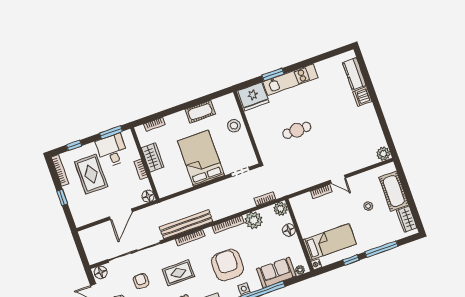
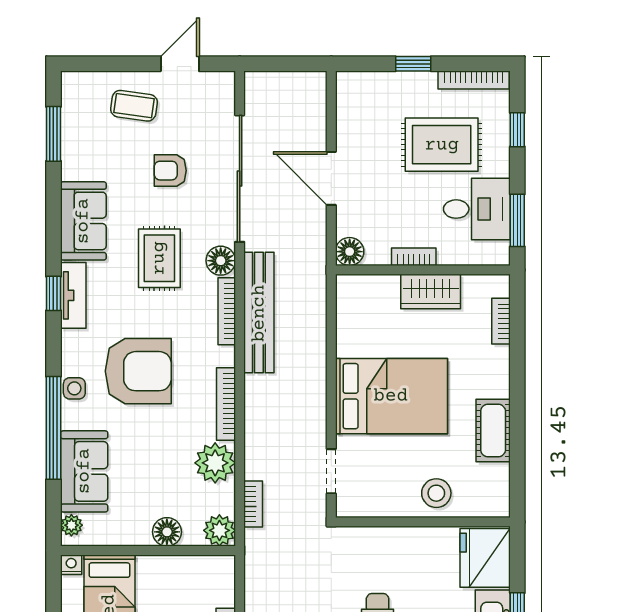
floor lamp: (101, 272) -> (221, 261), moved
armchair: (141, 281) -> (170, 171), turned 180

